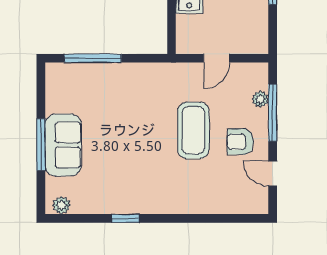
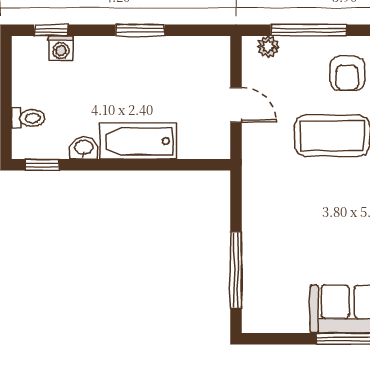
plant: (260, 99) -> (268, 47), moved

